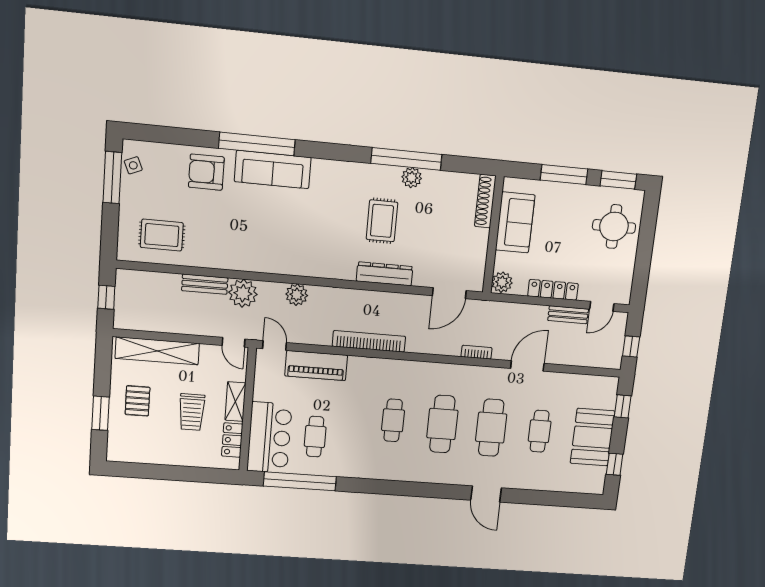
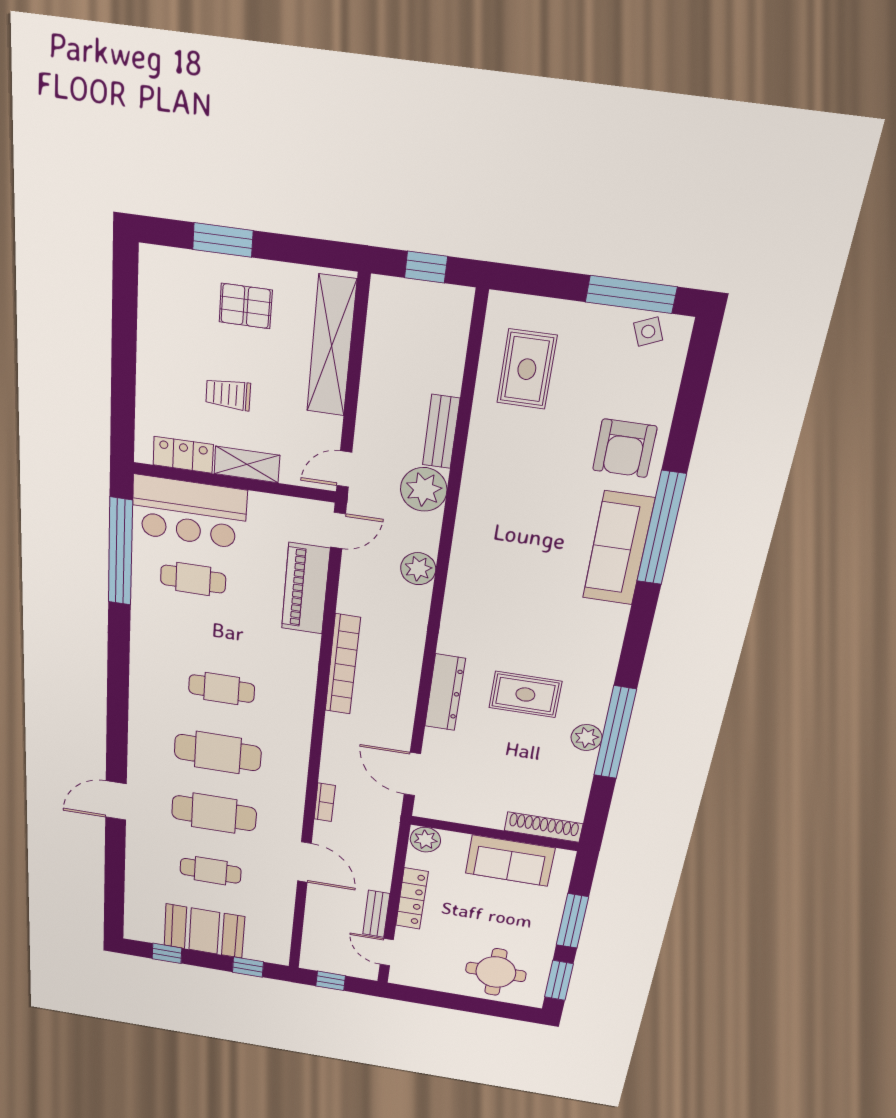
armchair: (206, 172) -> (625, 448), turned 180
trolley: (192, 412) -> (228, 394), width x0.73, depth x0.72

